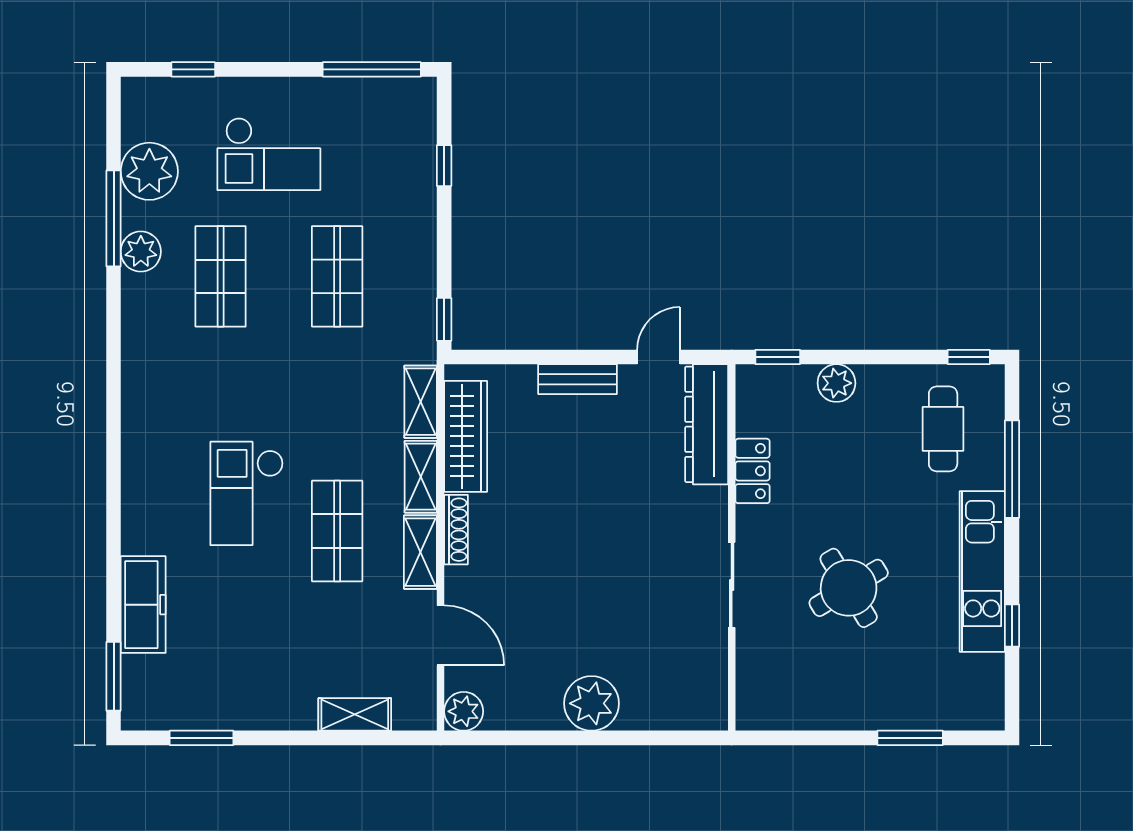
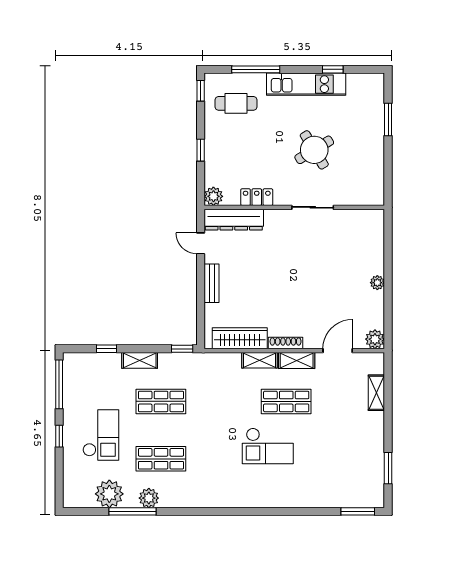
window: (193, 69) -> (59, 436), moved
window: (778, 357) -> (201, 150), moved
plant: (836, 383) -> (213, 196), moved
shelving: (421, 402) -> (140, 360), moved
freezer: (143, 605) -> (322, 497), removed
plant: (592, 703) -> (377, 283), width x0.53, depth x0.53

